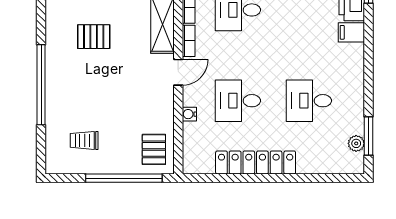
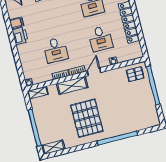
pallet: (94, 37) -> (87, 118), width x2.05, depth x2.00
door: (178, 72) -> (94, 72), hinge flipped
trolley: (84, 140) -> (139, 110), removed

